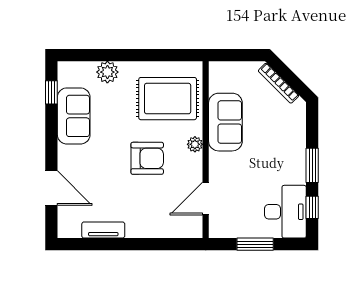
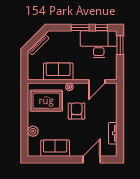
window: (51, 92) -> (43, 160), removed
rug: (168, 99) -> (46, 101), turned 90
door: (206, 198) -> (97, 81), hinge flipped
desk: (285, 212) -> (99, 44), width x1.36, depth x1.30
window: (255, 244) -> (120, 45), moved

